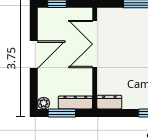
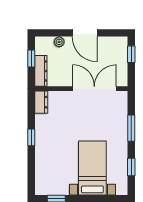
plant: (44, 103) -> (59, 42), moved
window: (62, 113) -> (31, 59), width x0.67

